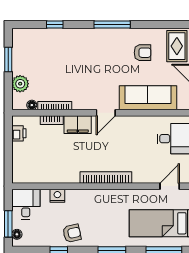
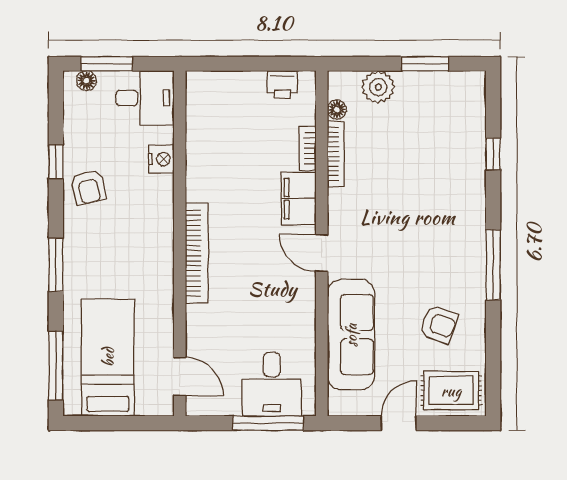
armchair: (143, 53) -> (438, 324), turned -70

